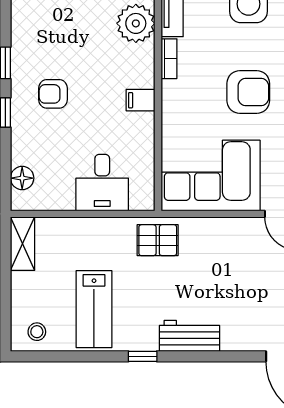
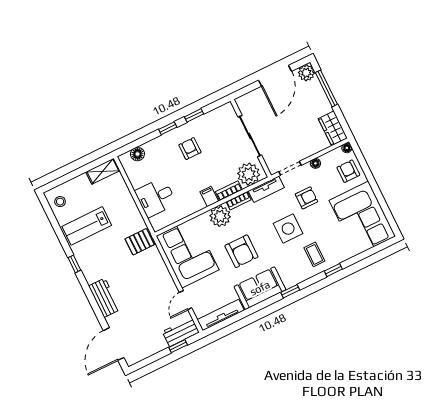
bookcase: (146, 66) -> (229, 191), added
plant: (179, 98) -> (220, 216), added
pallet: (158, 240) -> (140, 242), turned 90
workbench: (190, 336) -> (104, 298), moved

